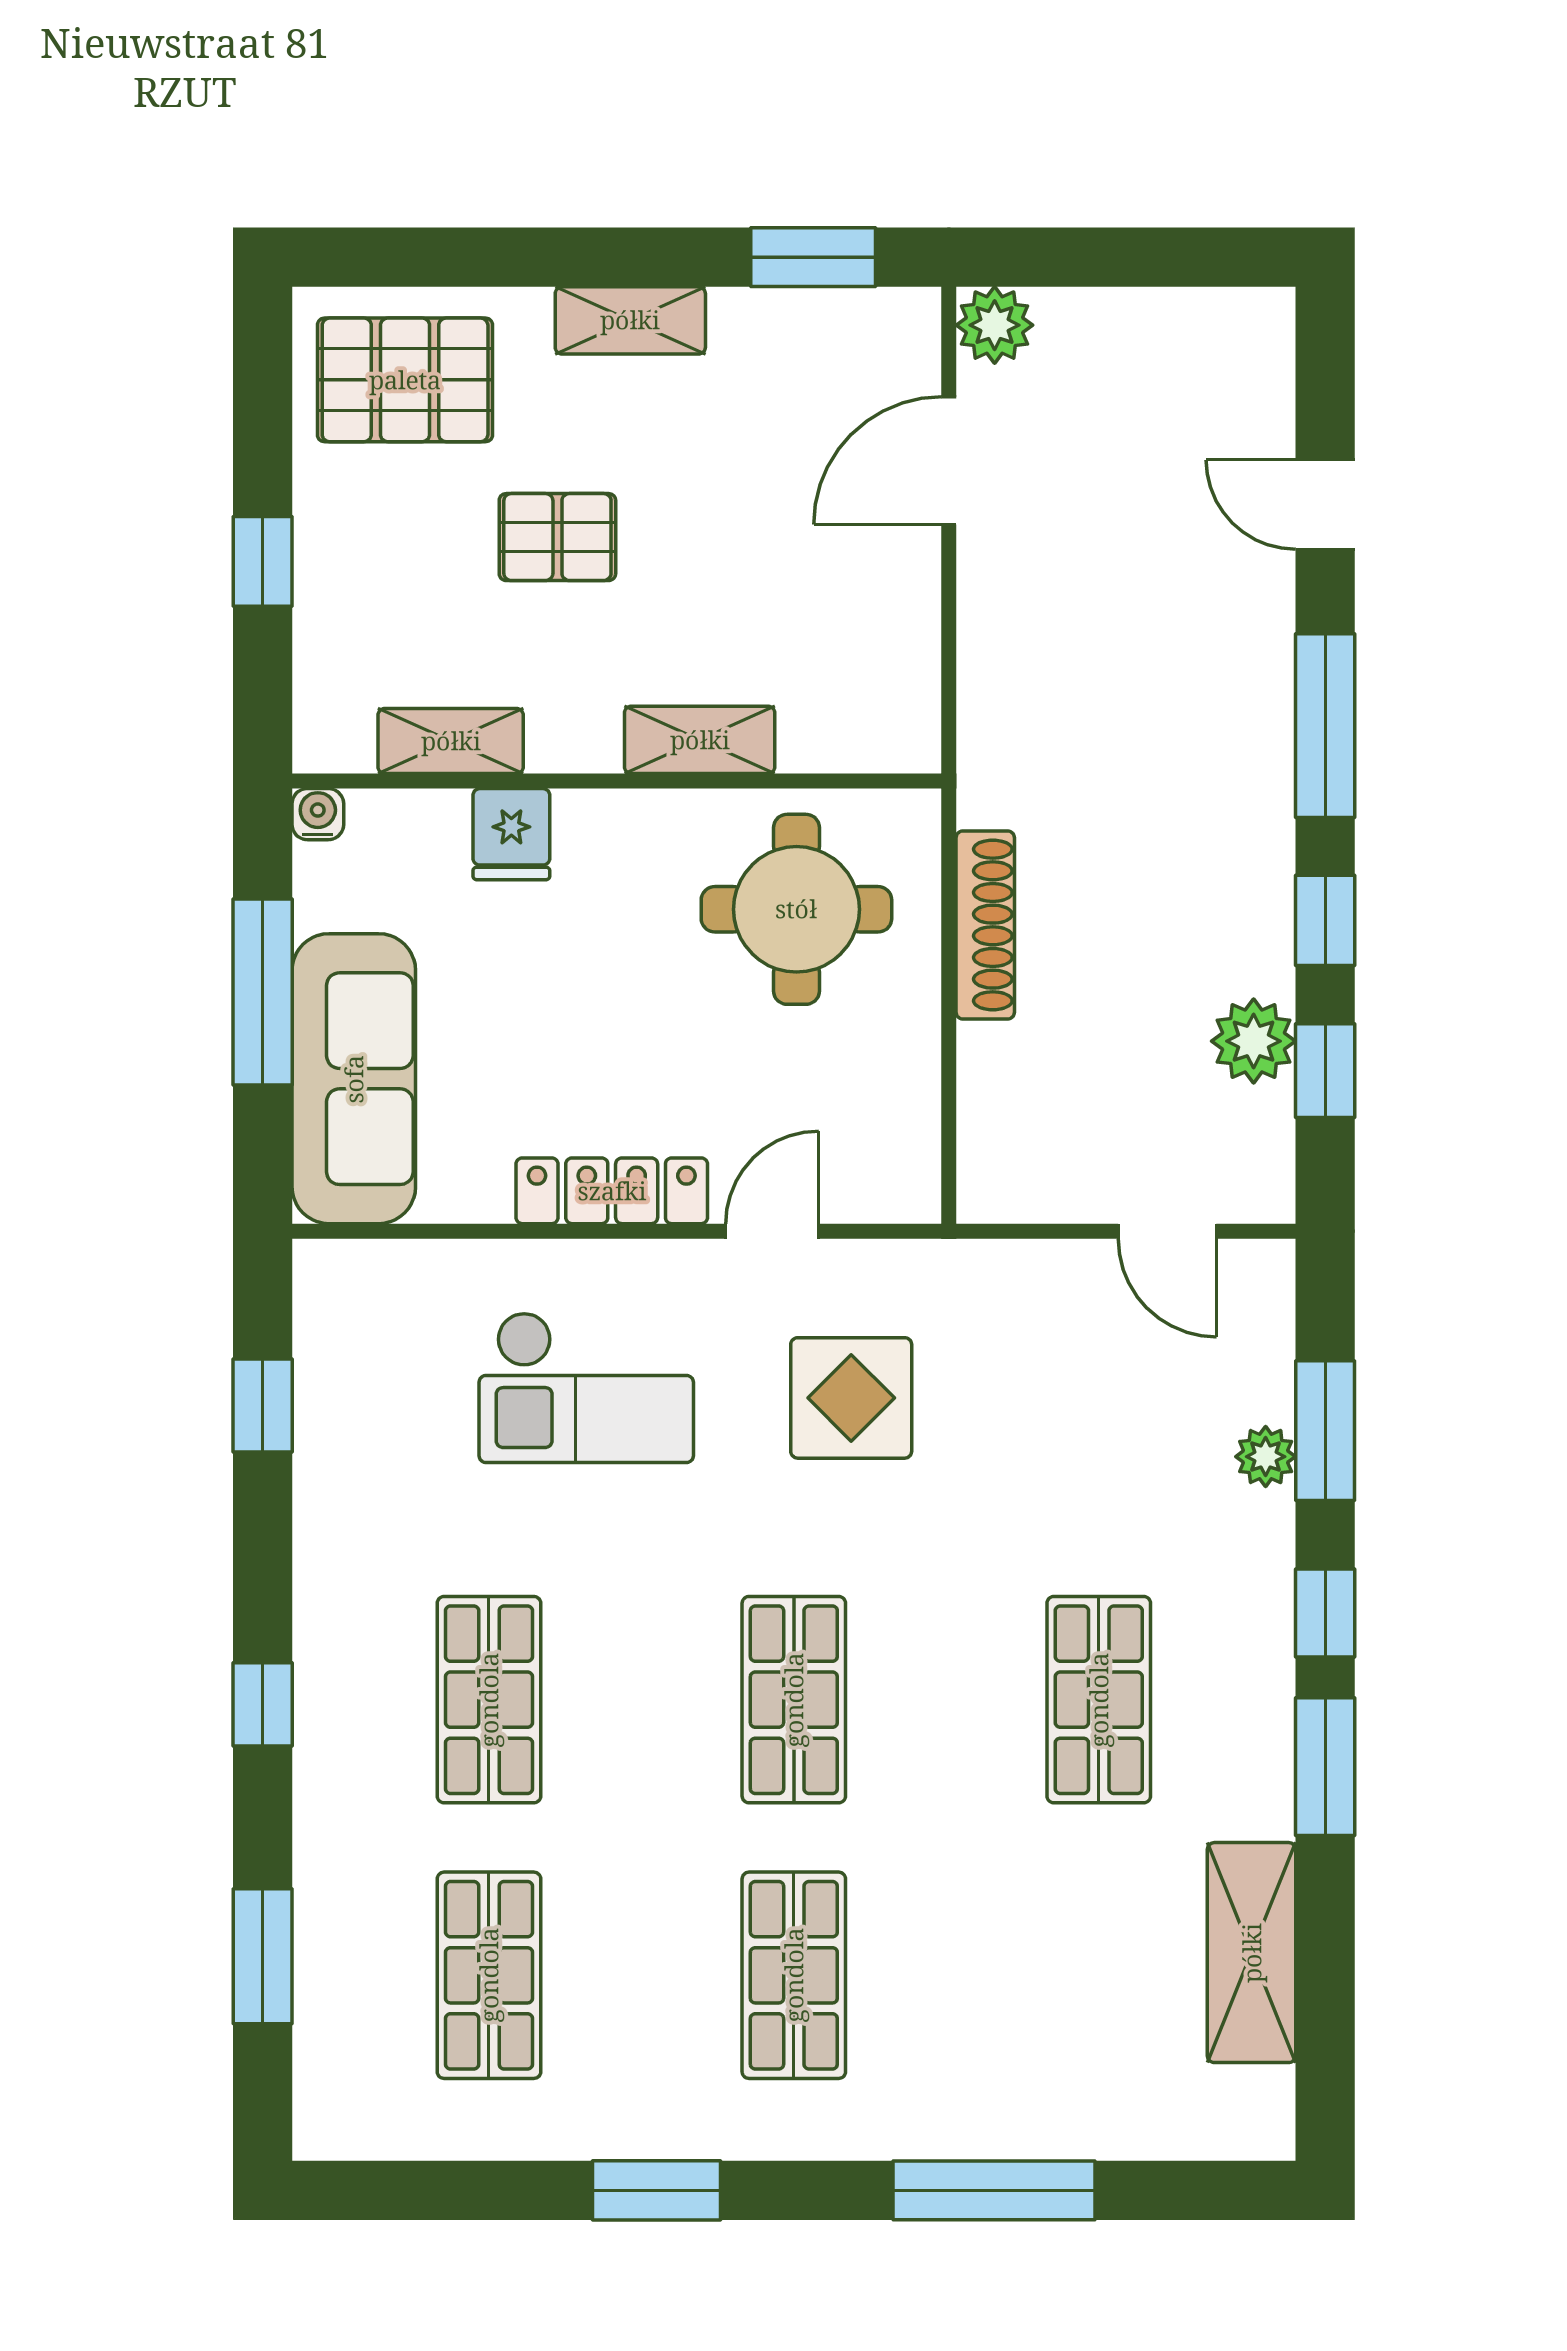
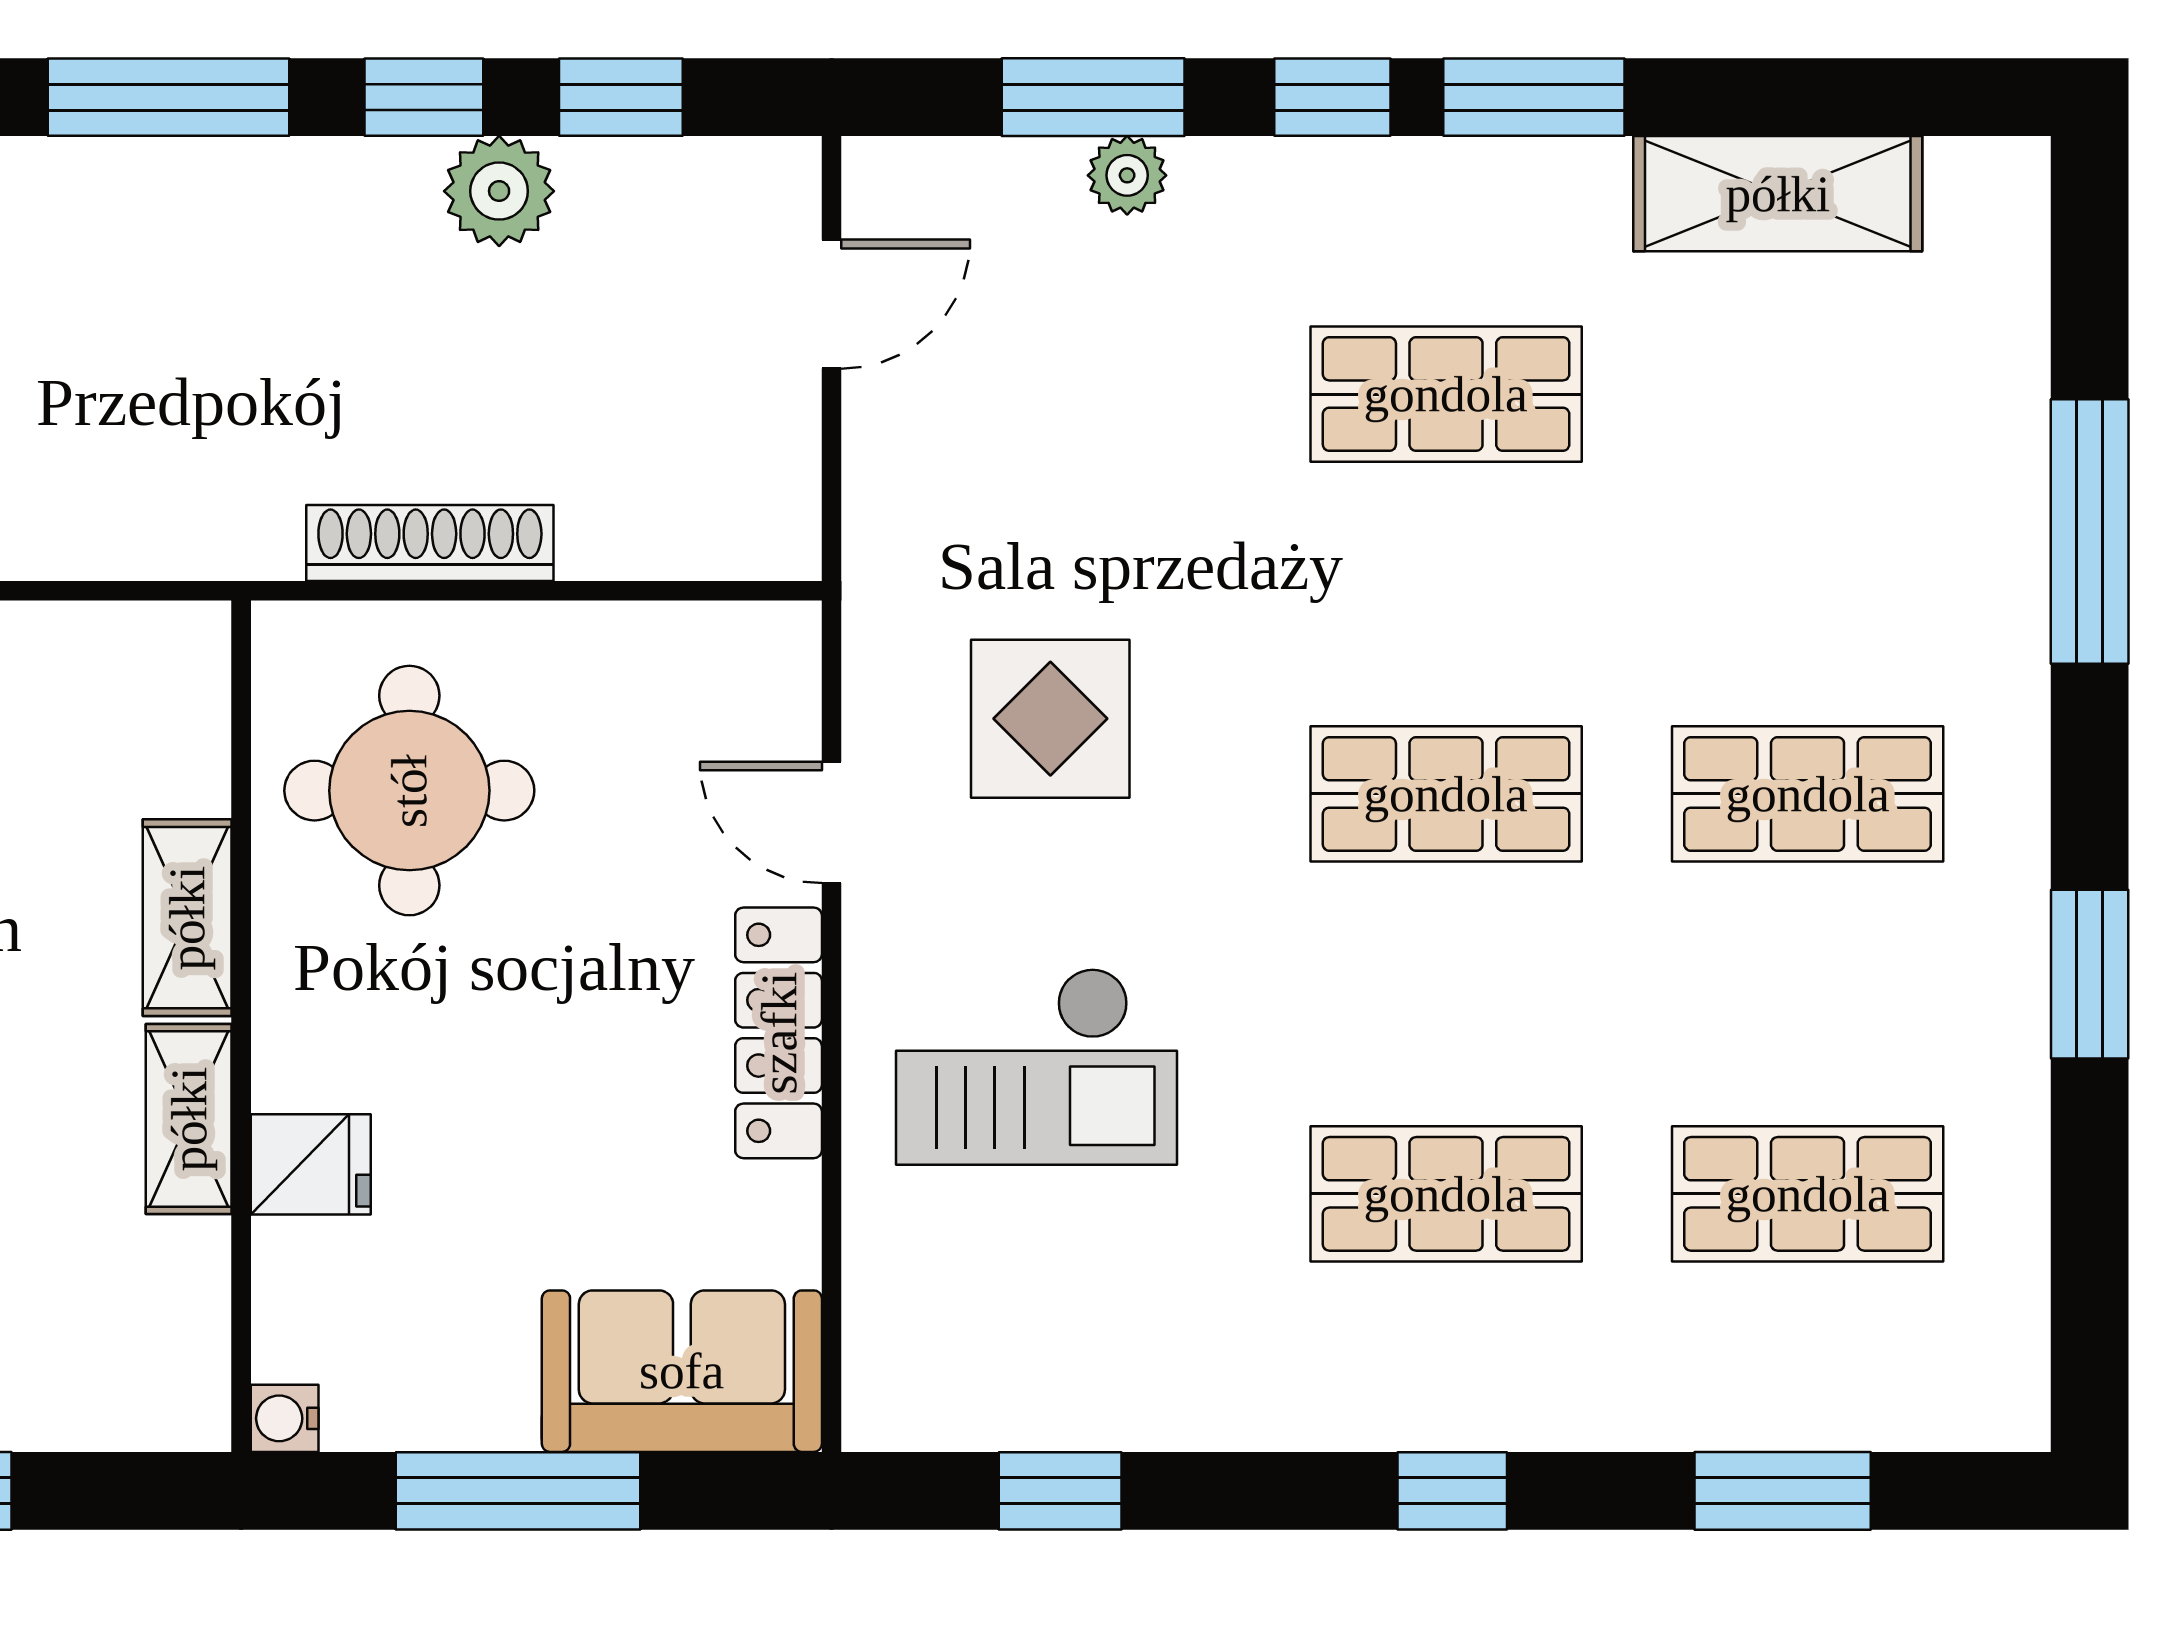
shelving: (451, 741) -> (189, 1119), moved
plant: (1254, 1041) -> (499, 191), moved
sofa: (354, 1079) -> (682, 1371), width x0.73
checkout: (586, 1387) -> (1036, 1066), turned 90

